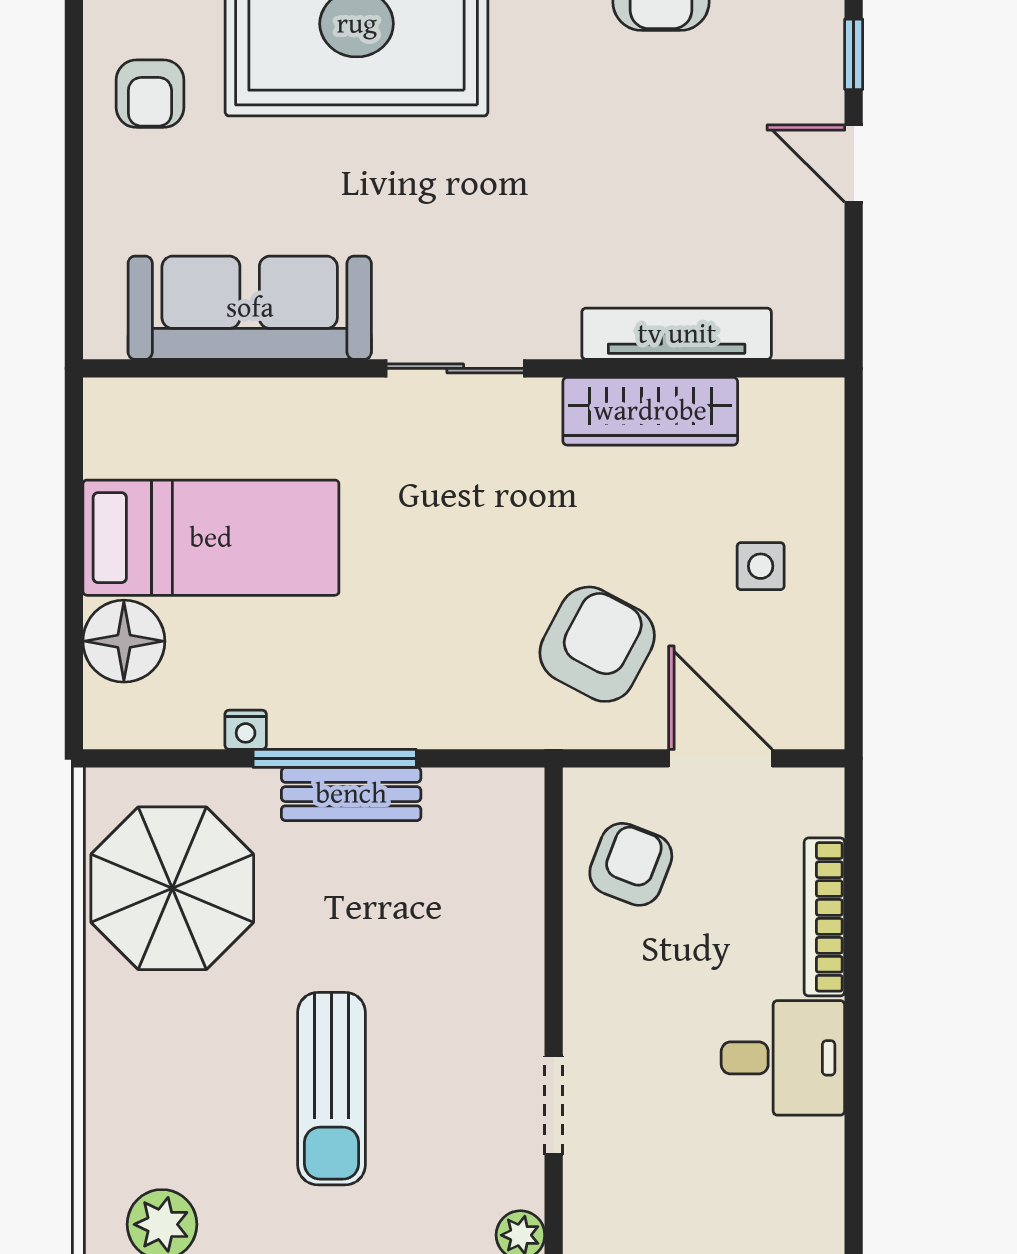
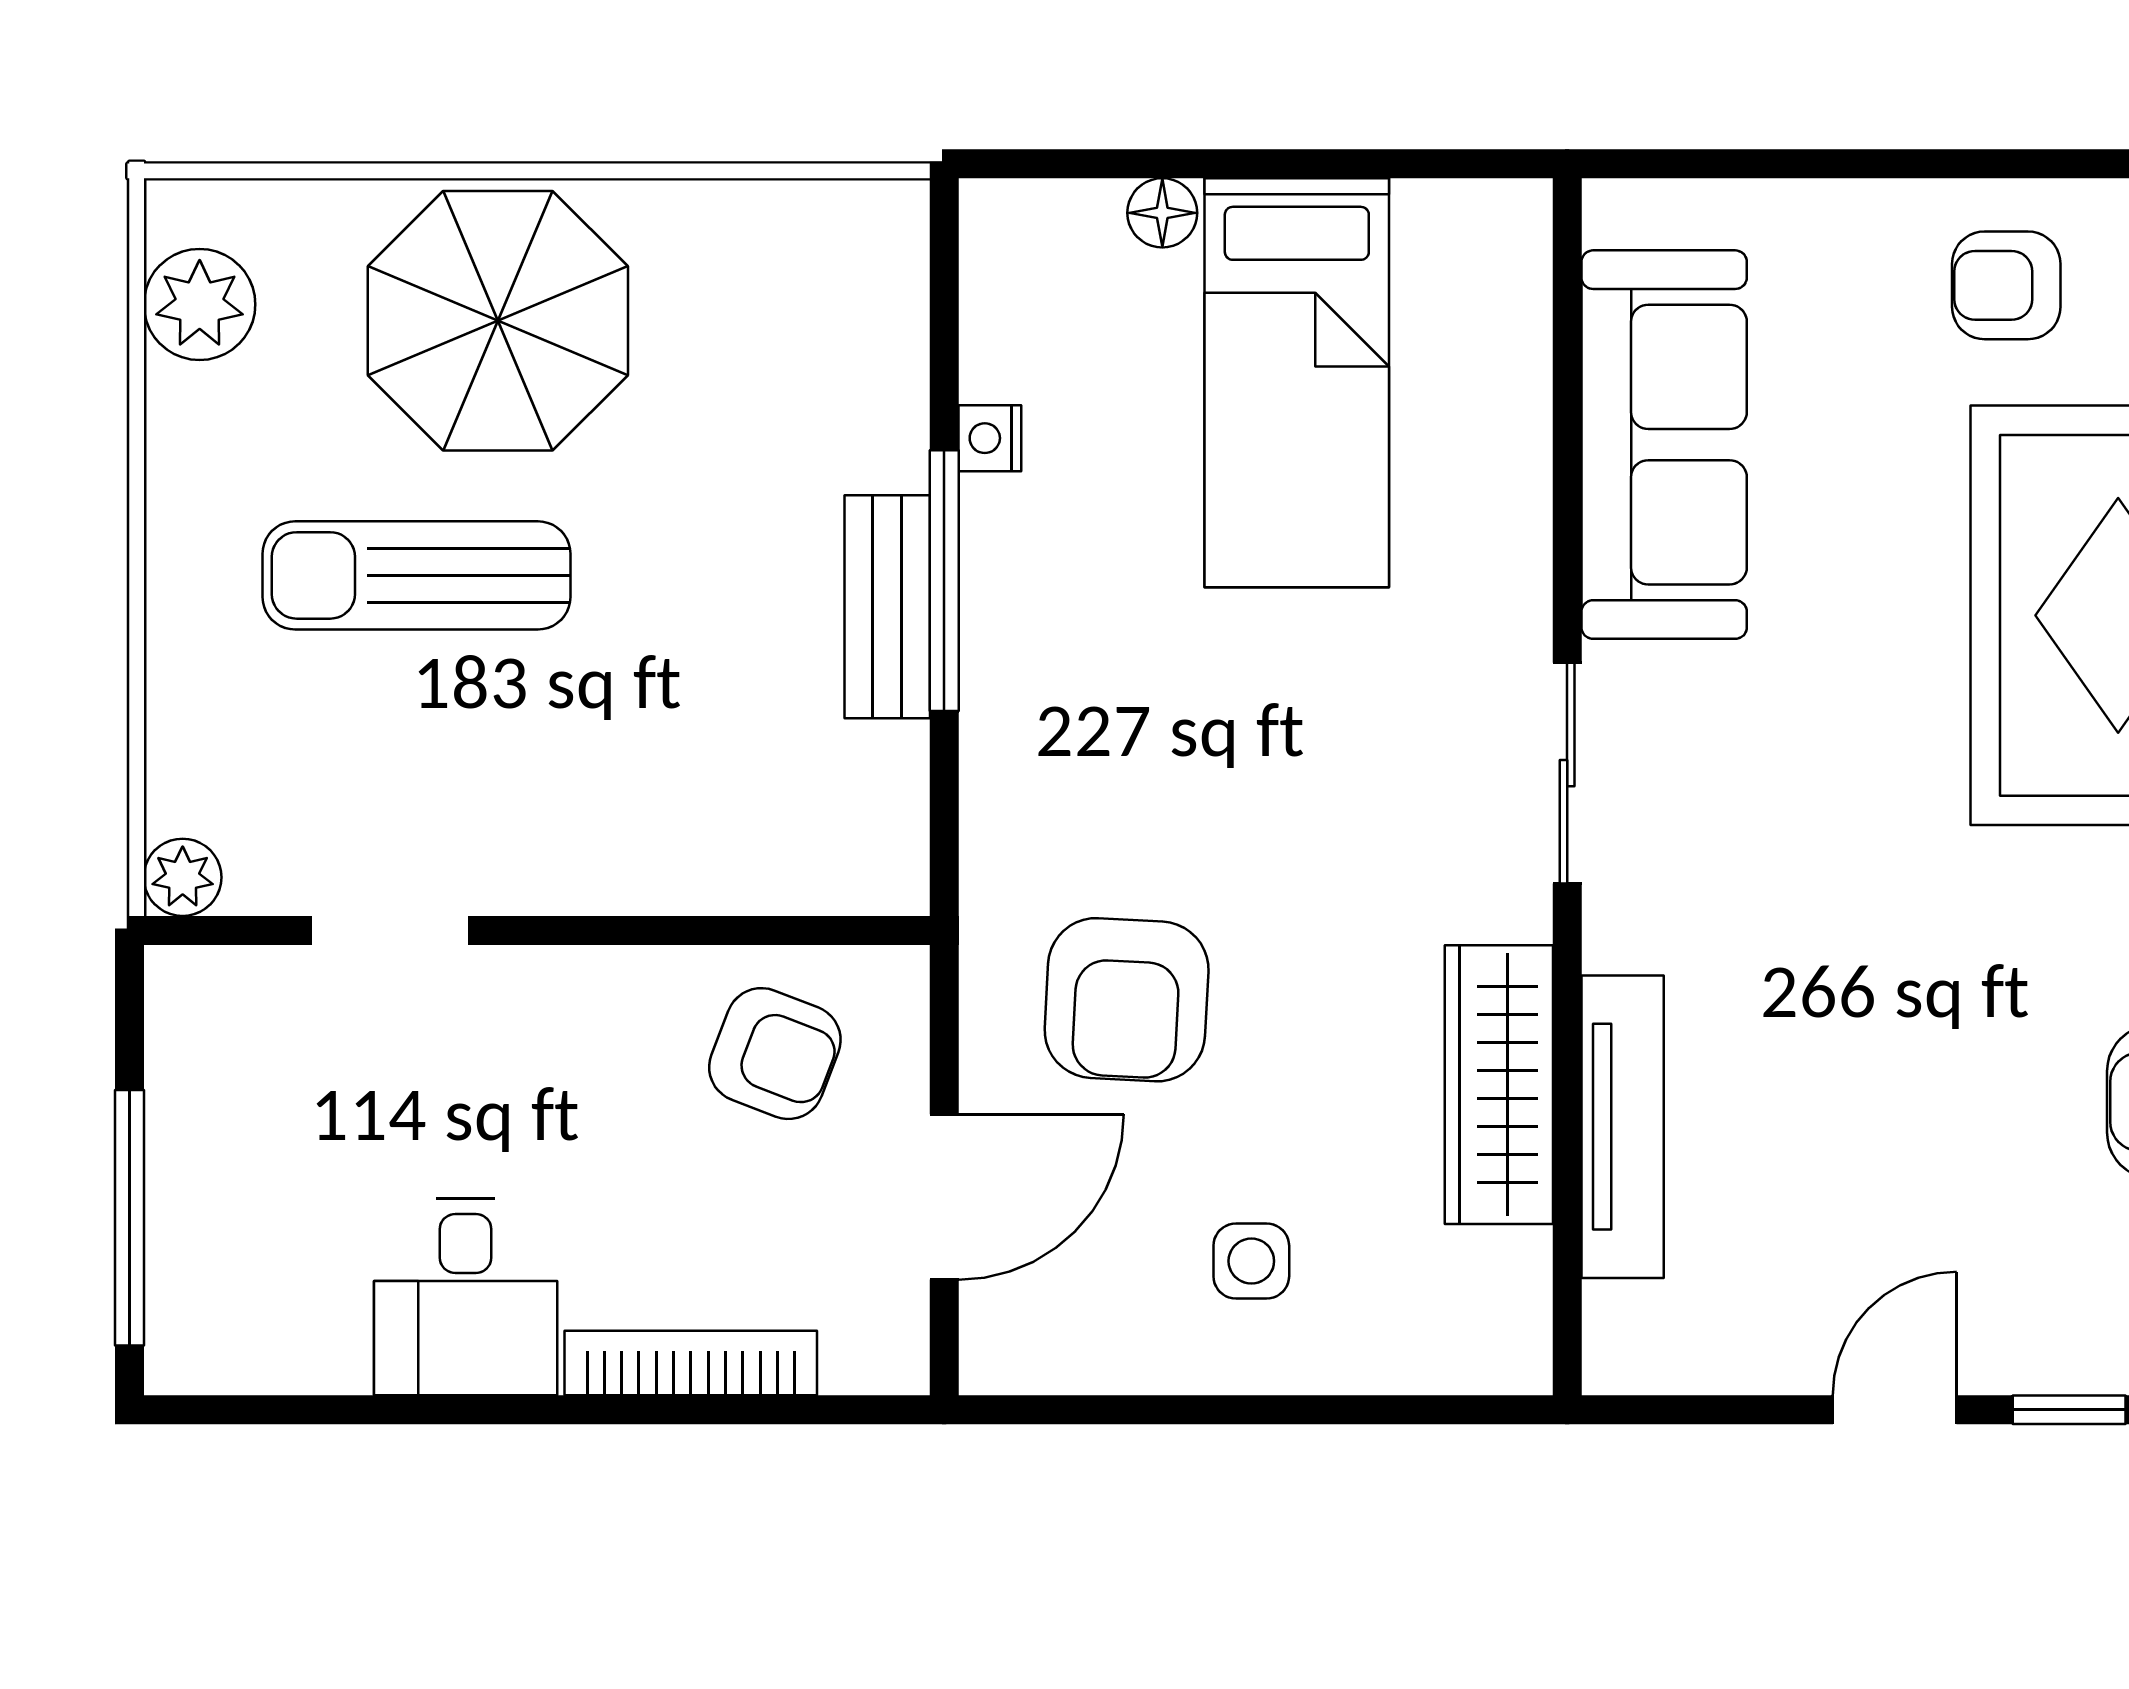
floor lamp: (124, 641) -> (1162, 213), width x0.53, depth x0.53
armchair: (597, 644) -> (1127, 1000), turned 65
parasol: (172, 888) -> (498, 321), moved

